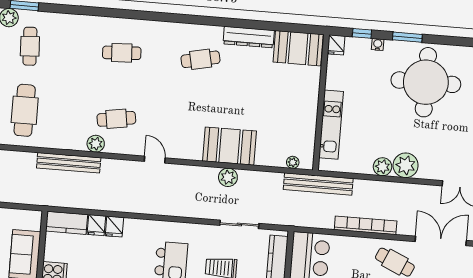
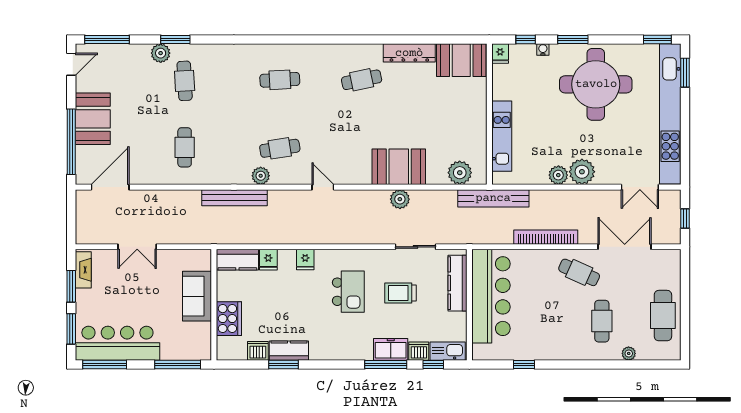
cafe table: (25, 110) -> (185, 147), width x0.73, depth x0.74
plant: (293, 162) -> (460, 173), width x1.88, depth x1.88
fridge: (114, 227) -> (305, 260), moved

